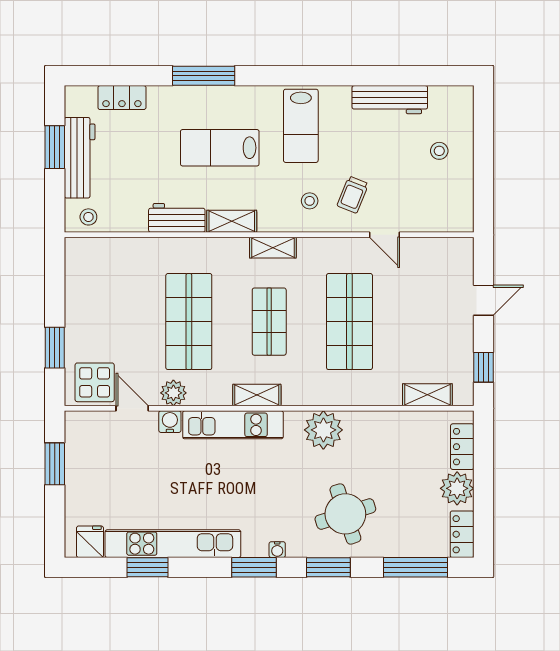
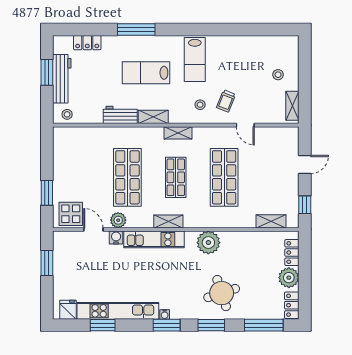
workbench: (390, 100) -> (248, 44), removed
shelving: (463, 203) -> (292, 106), added
water cooler: (277, 550) -> (165, 314), moved

